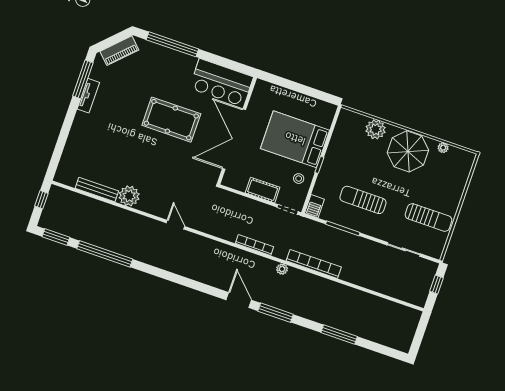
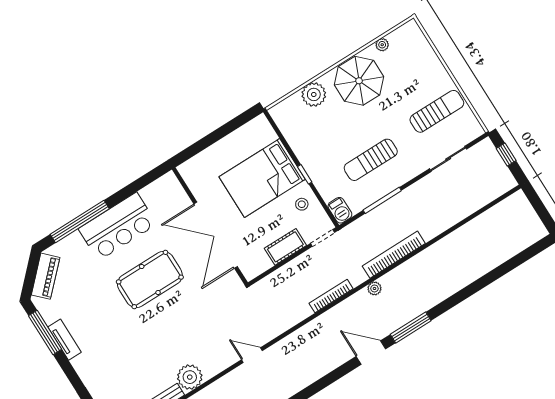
bar counter: (221, 83) -> (118, 227), moved
window: (339, 335) -> (479, 284), removed

